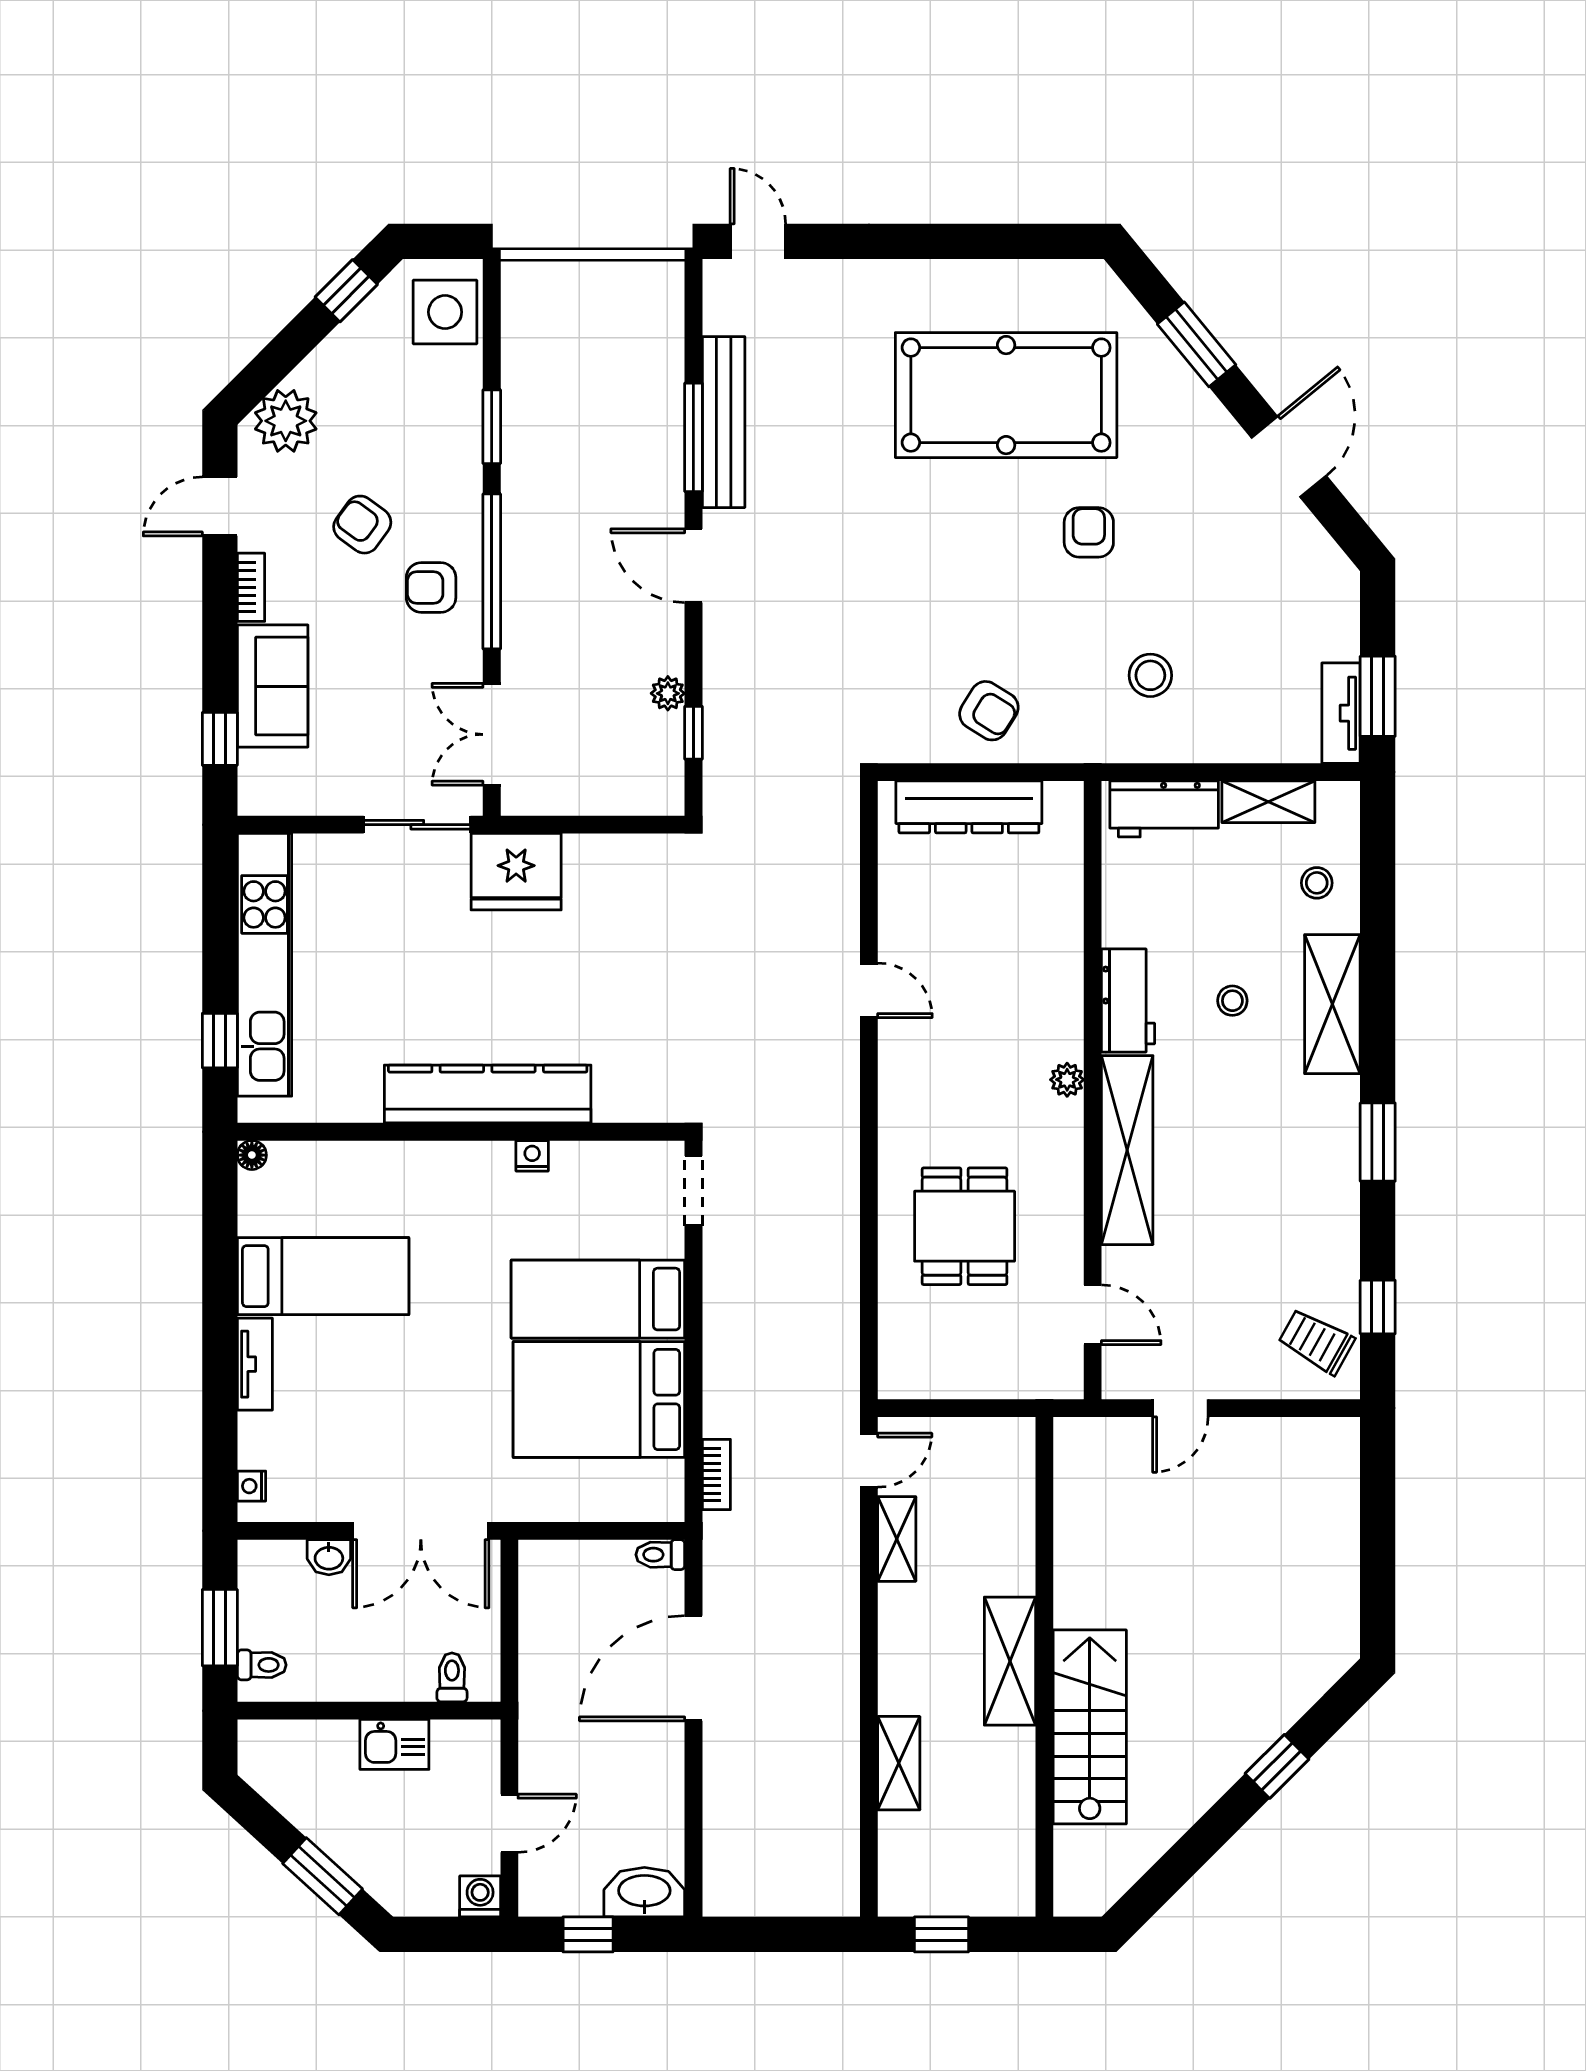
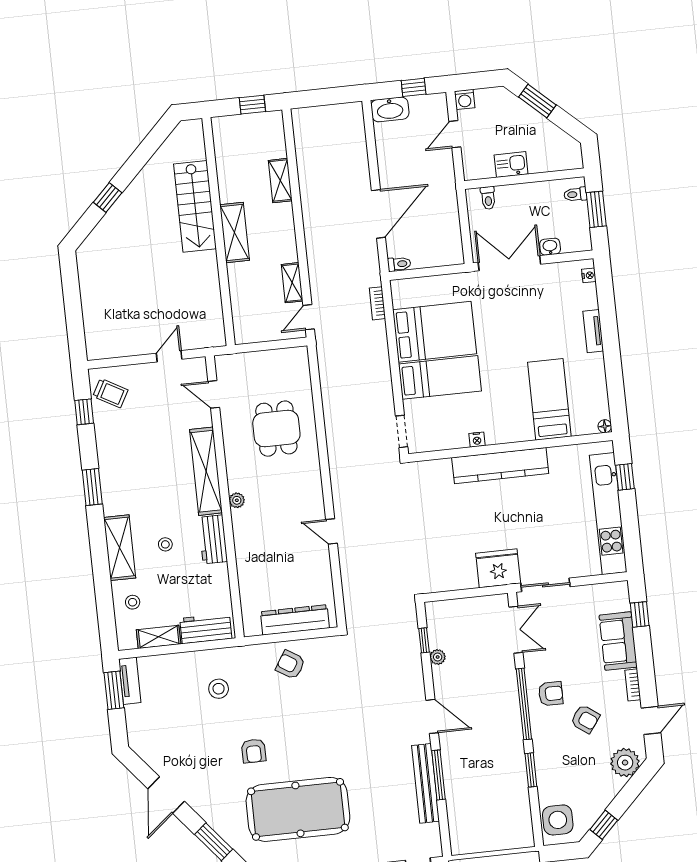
bed: (323, 1276) -> (549, 399), moved, turned 90

